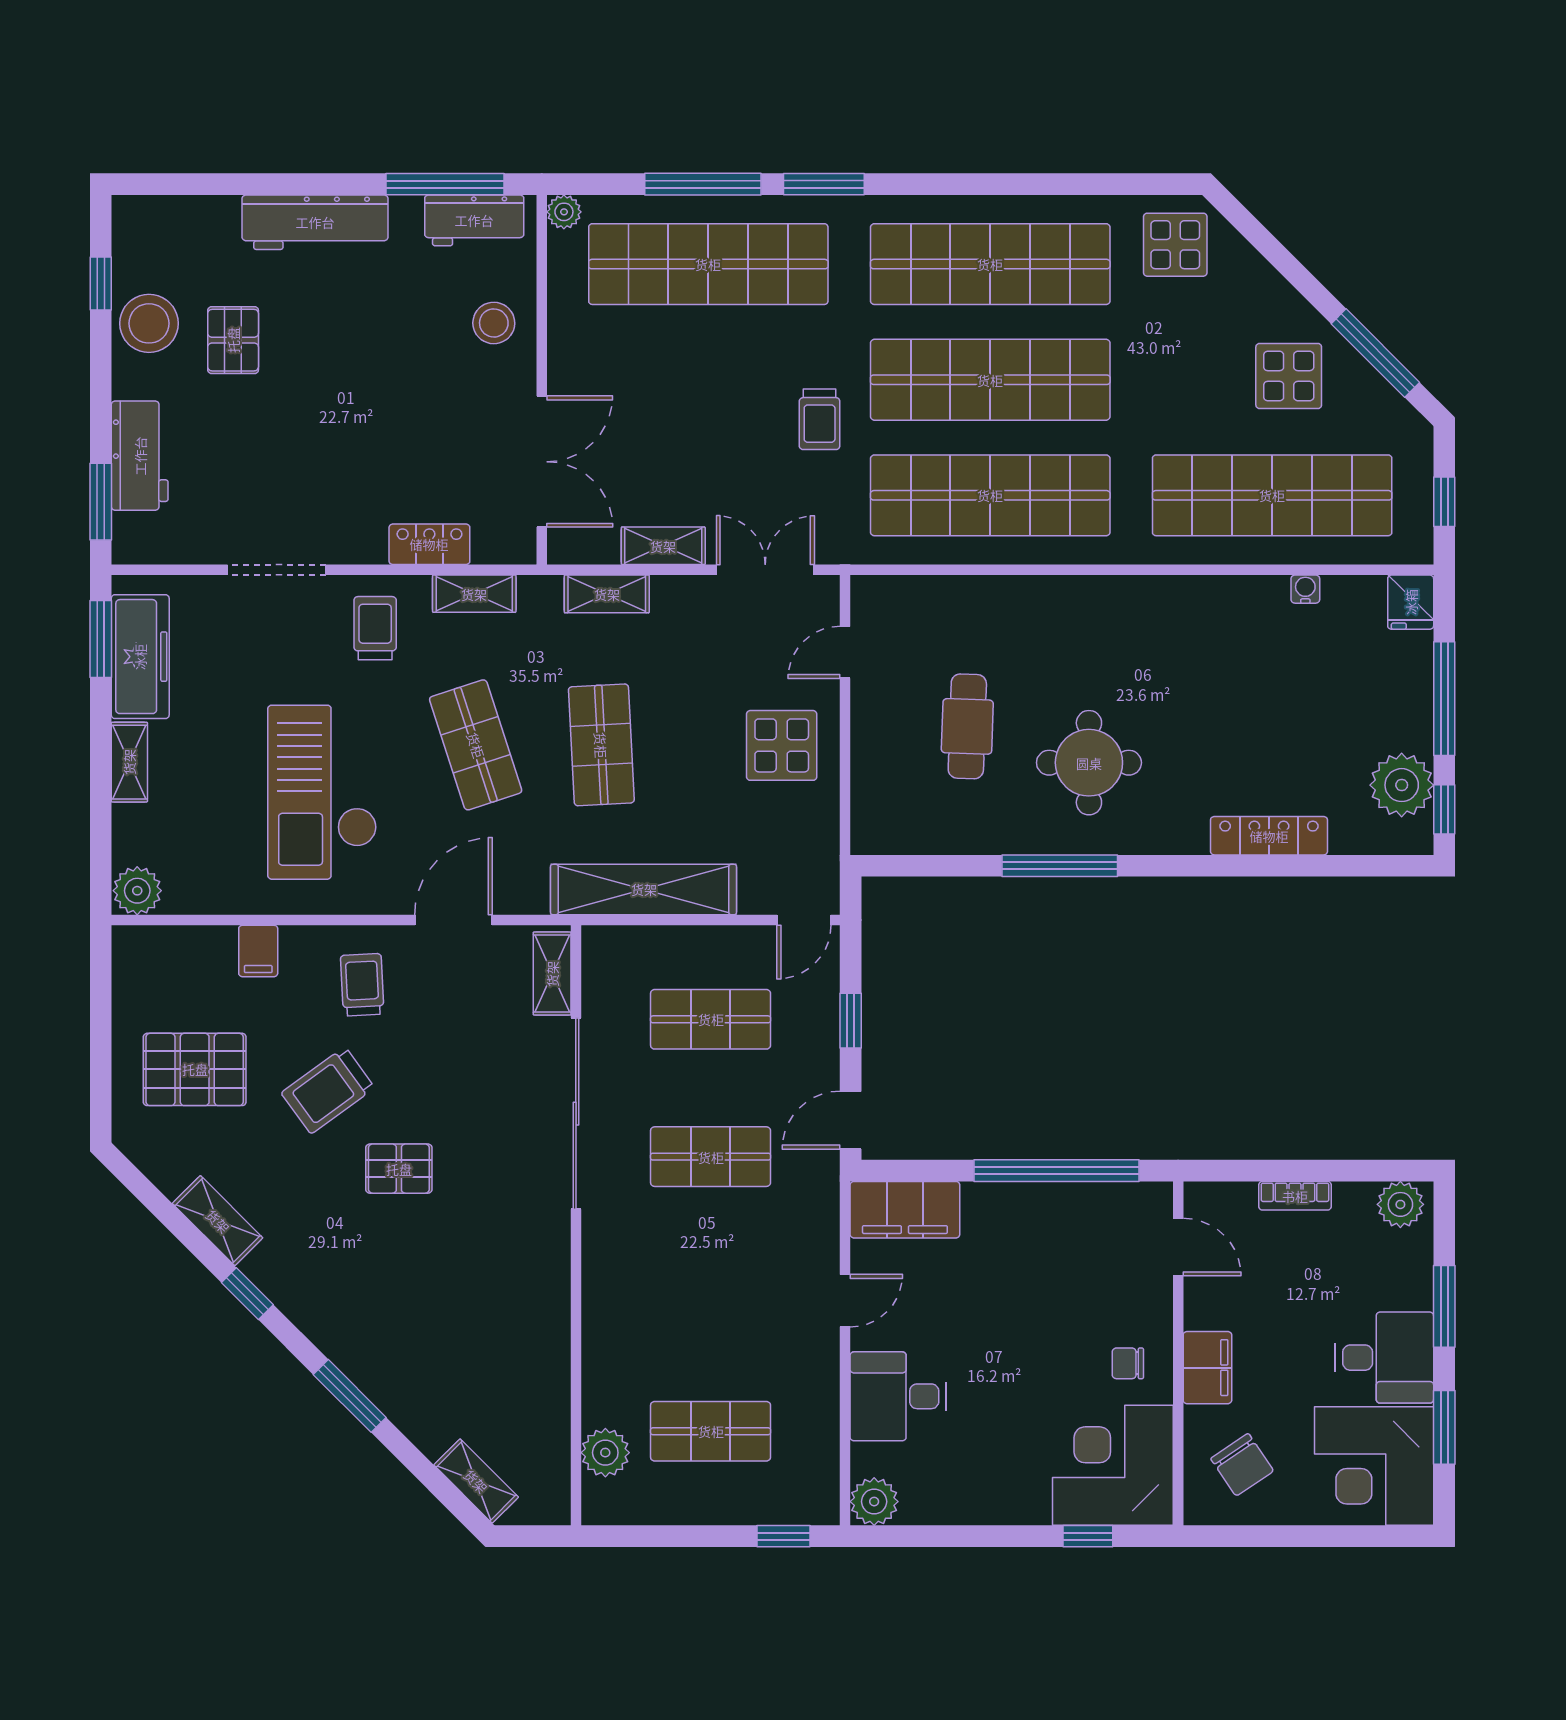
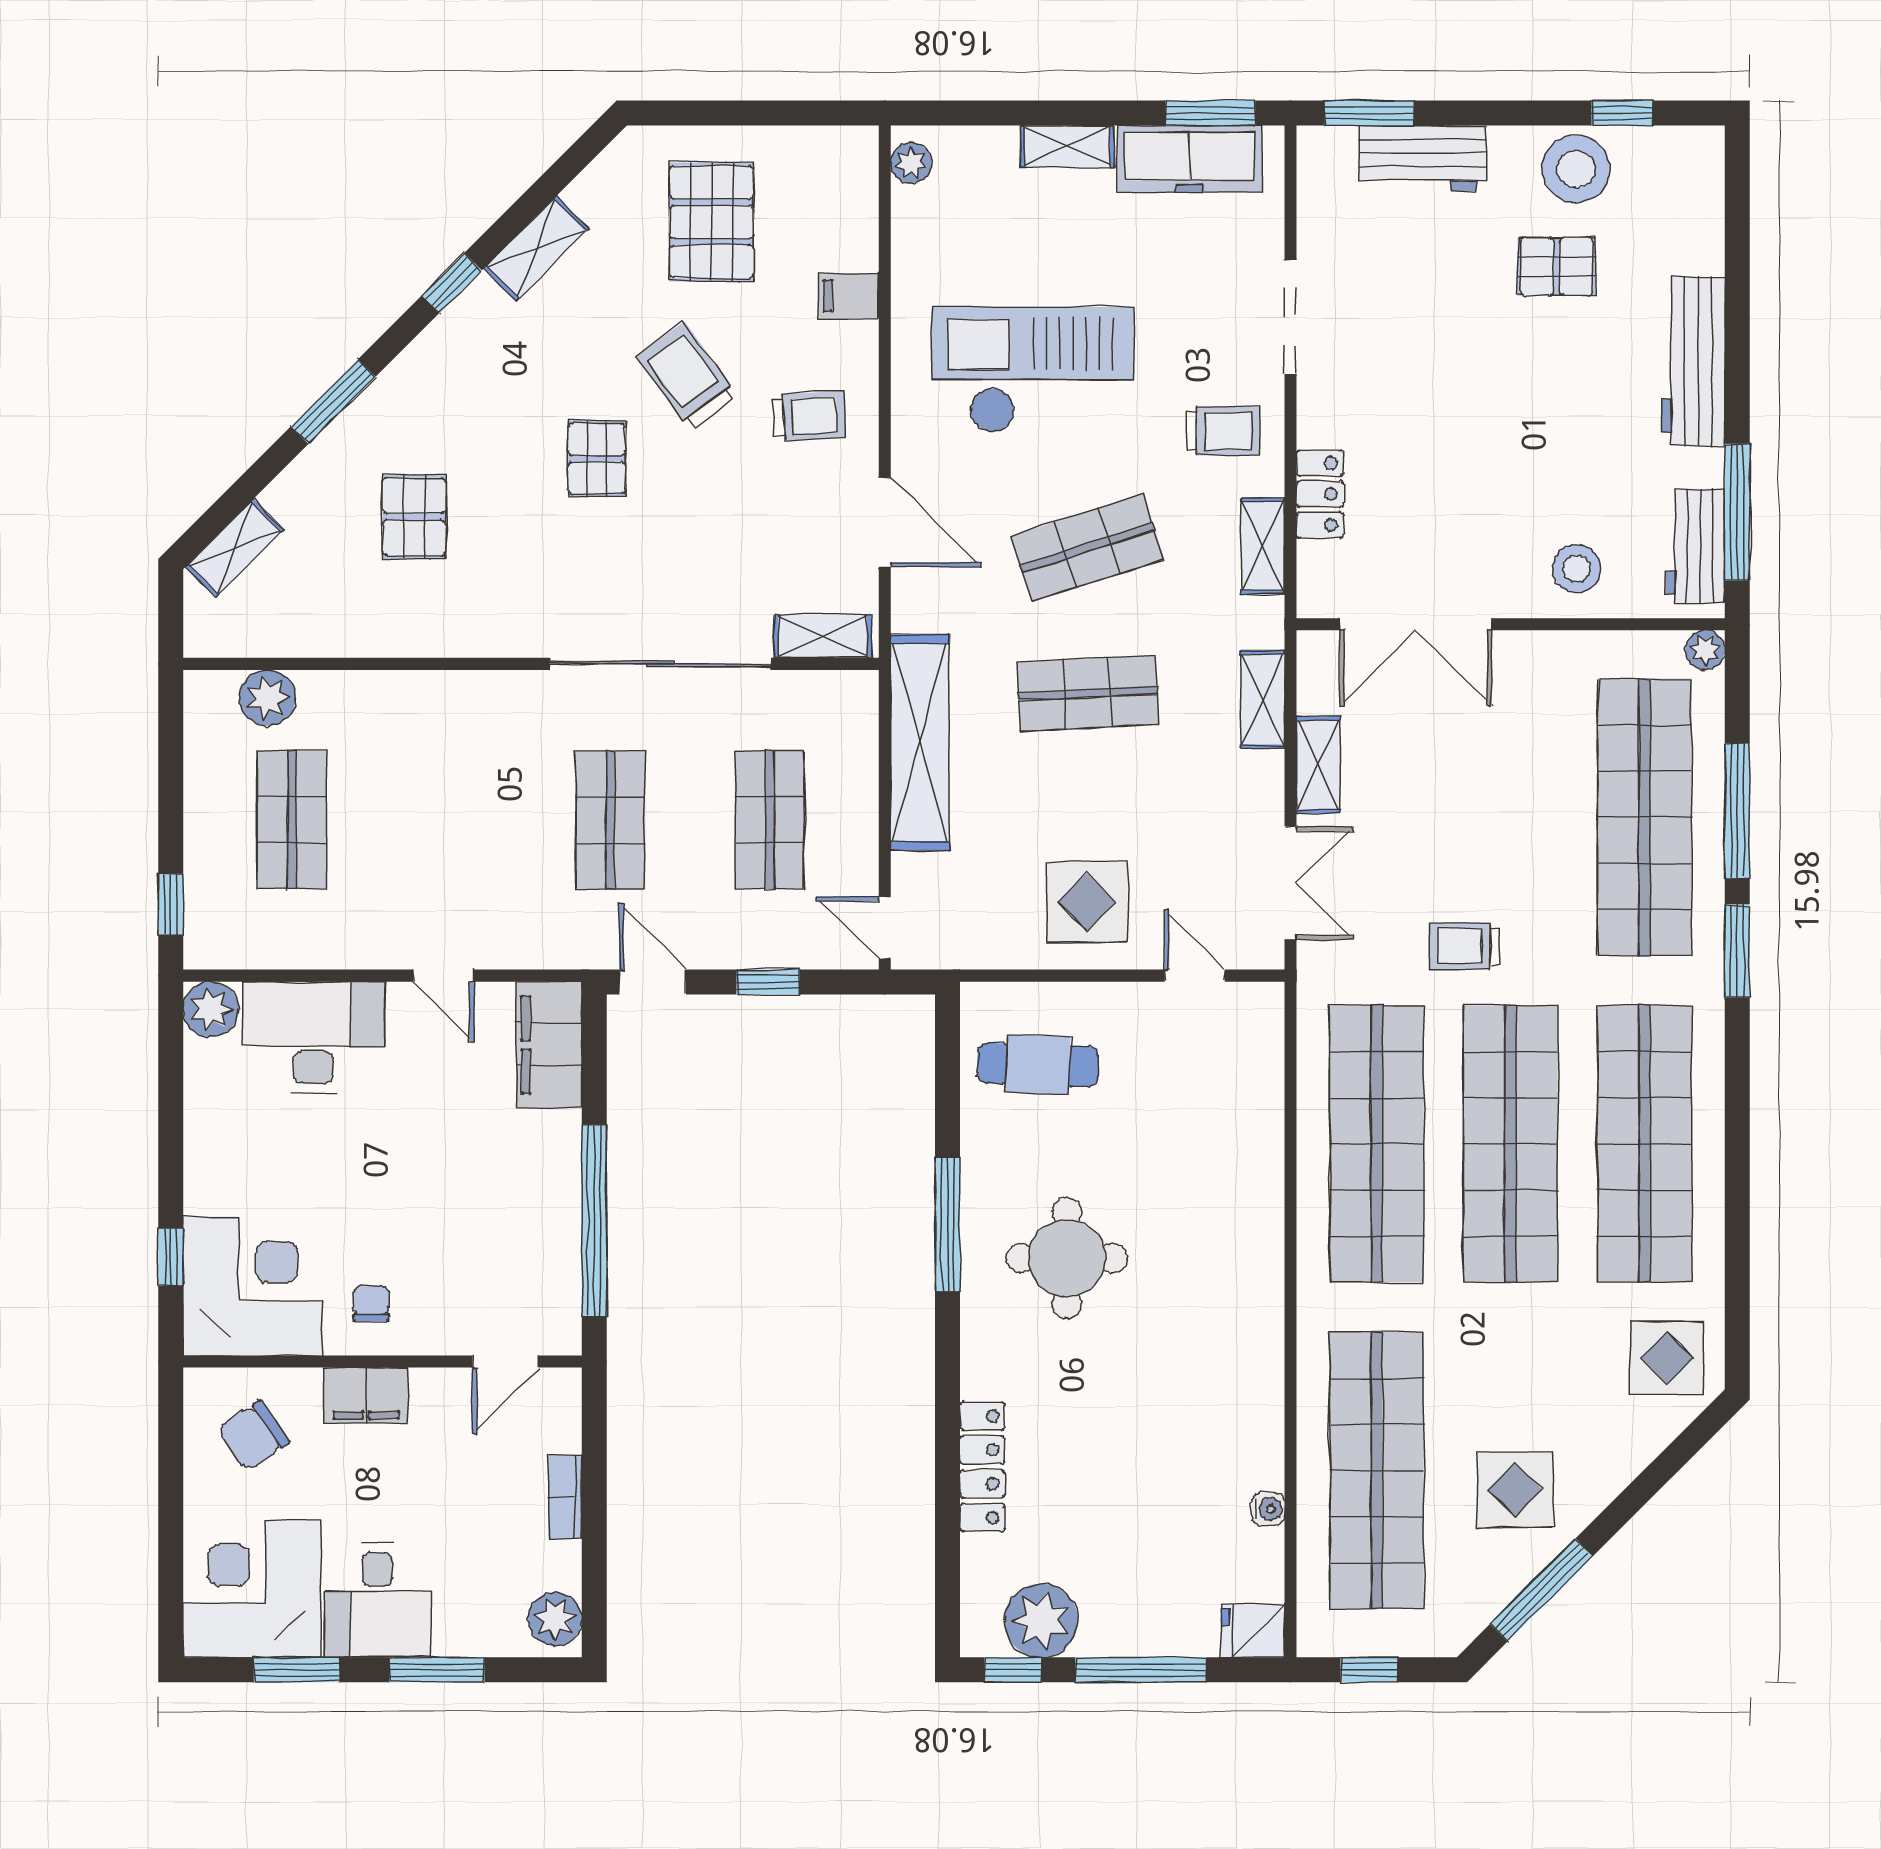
cafe table: (967, 726) -> (1038, 1065), moved
plant: (137, 891) -> (911, 163), width x0.73, depth x0.73
pallet: (449, 1326) -> (414, 517), added
desk: (898, 1396) -> (313, 1037), width x1.37

